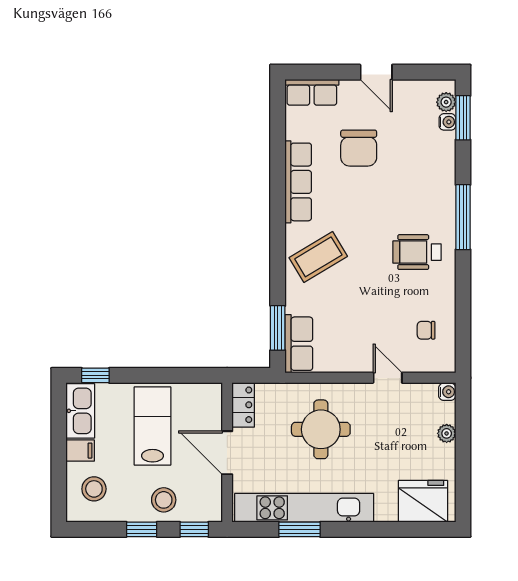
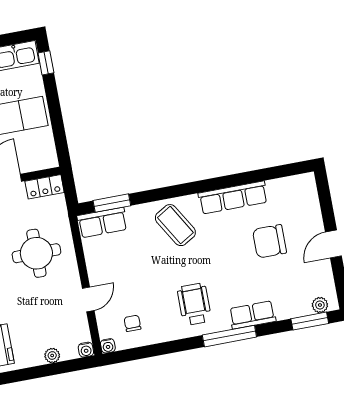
row of seats: (312, 92) -> (252, 315), moved, turned 90
water cooler: (447, 122) -> (108, 346), moved

